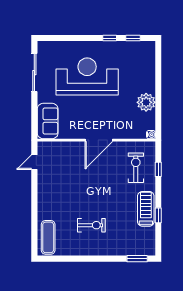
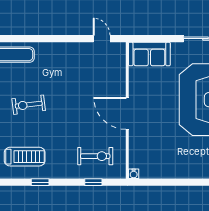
plant: (146, 102) -> (171, 168), removed
treadmill: (146, 209) -> (25, 157), moved
exercise bike: (91, 225) -> (29, 105), turned 83

